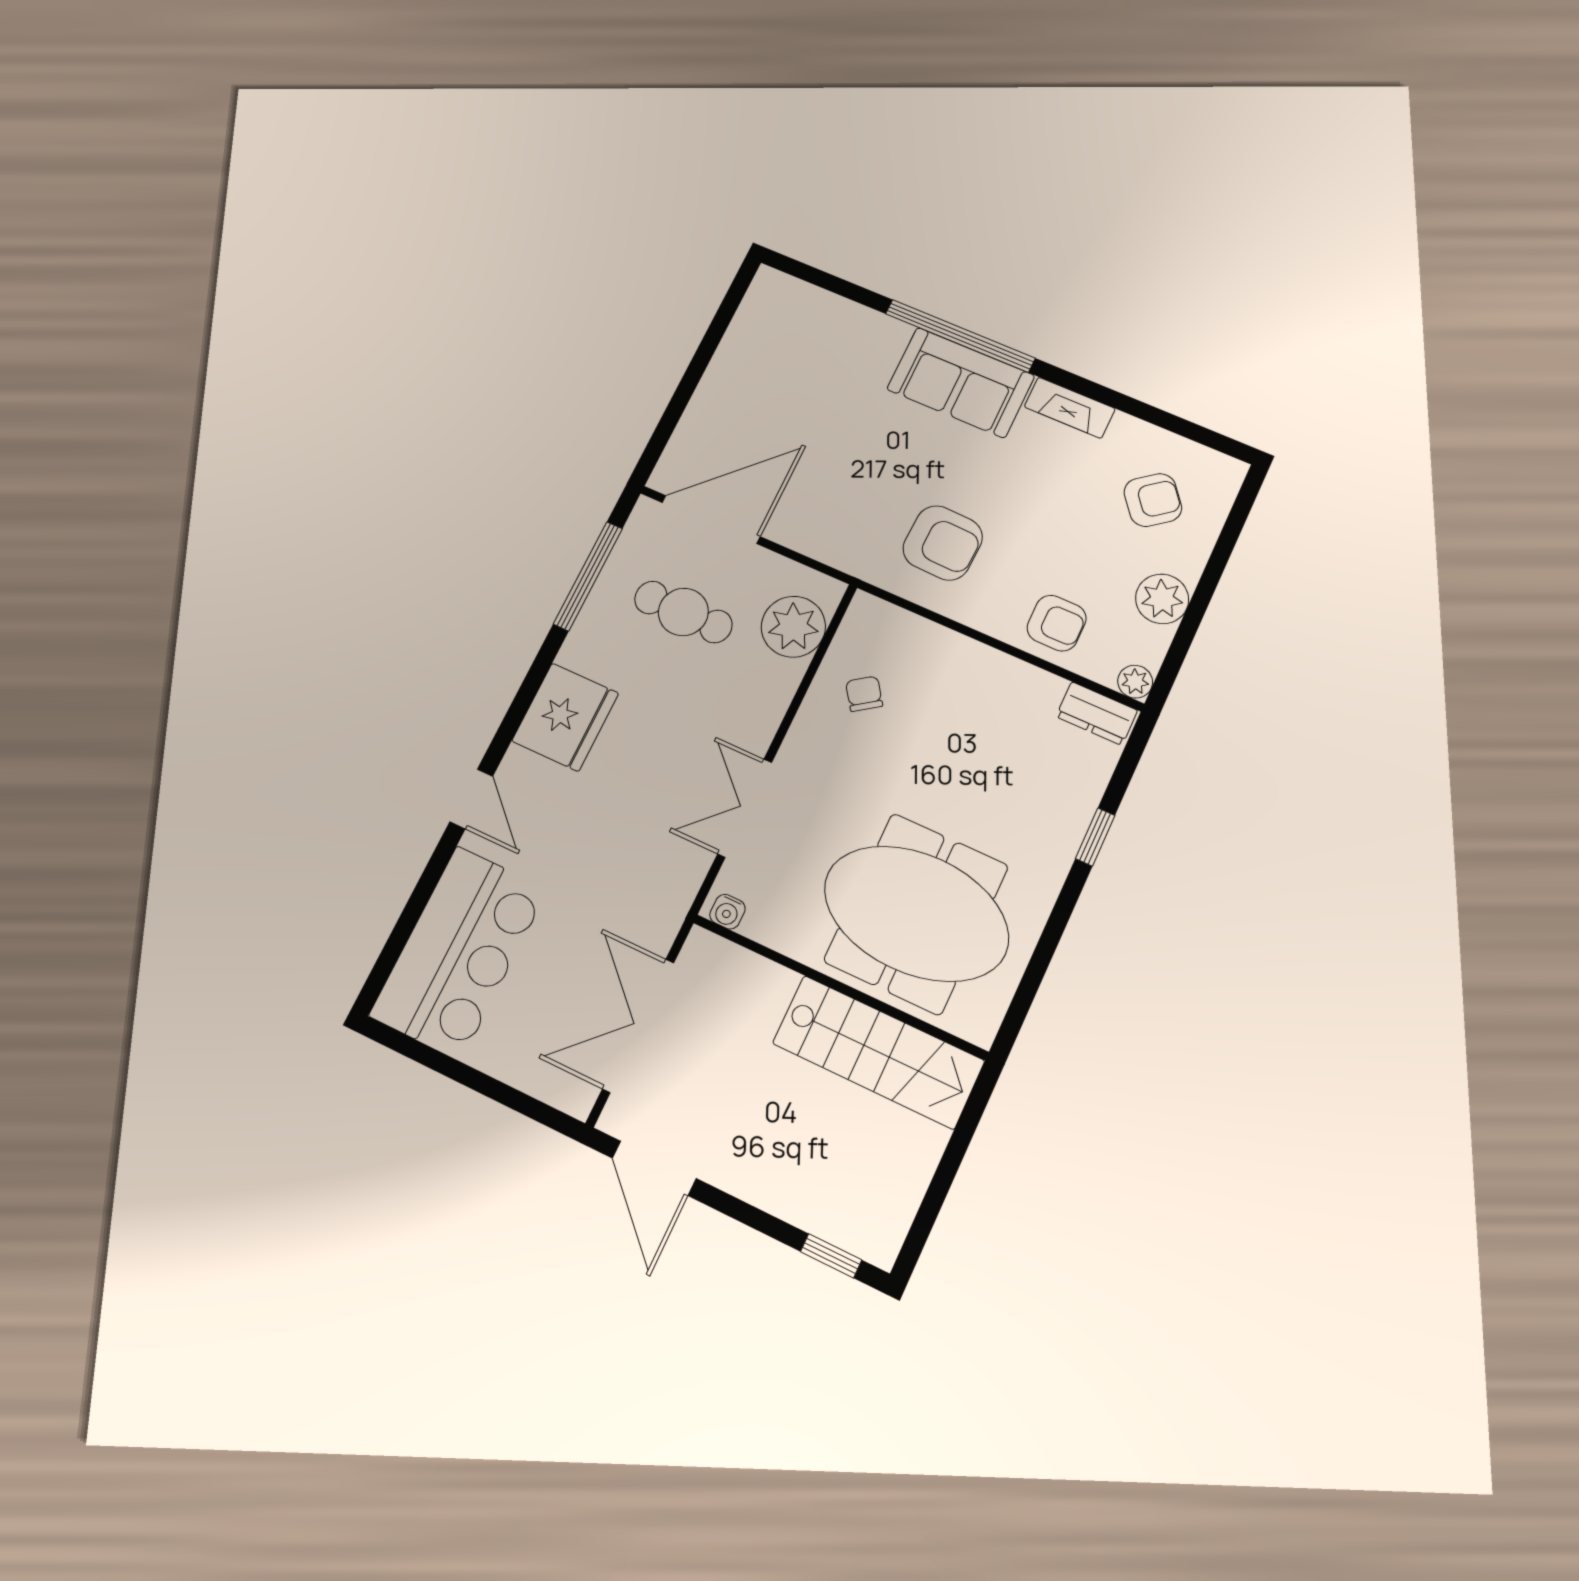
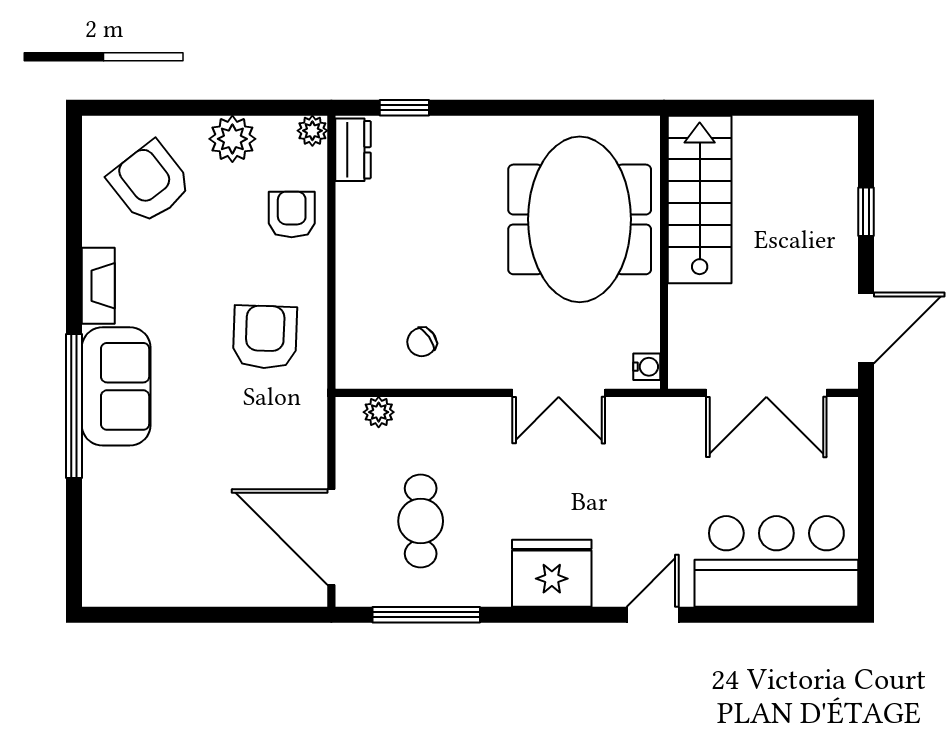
armchair: (1153, 500) -> (150, 182), width x1.38, depth x1.38
plant: (793, 627) -> (379, 412), width x0.53, depth x0.53
window: (1095, 837) -> (404, 108), moved
window: (831, 1256) -> (866, 212), moved

